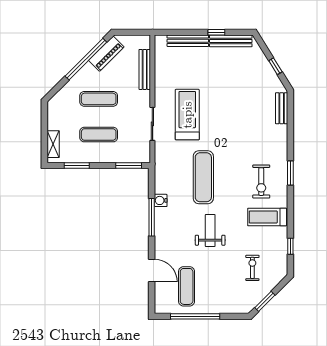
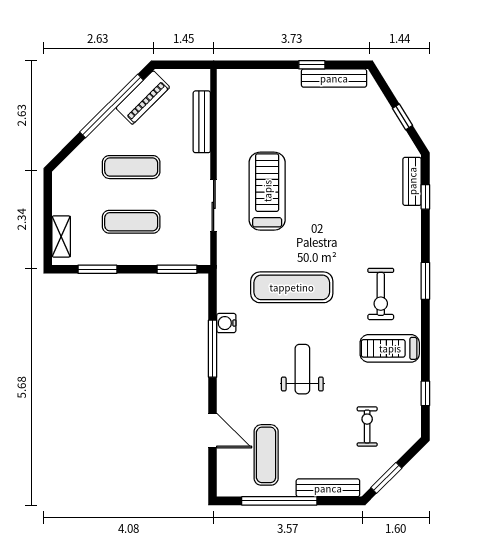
bench: (188, 41) -> (328, 488), moved
window: (290, 118) -> (425, 197), added
exercise mat: (203, 177) -> (292, 287), turned 90

